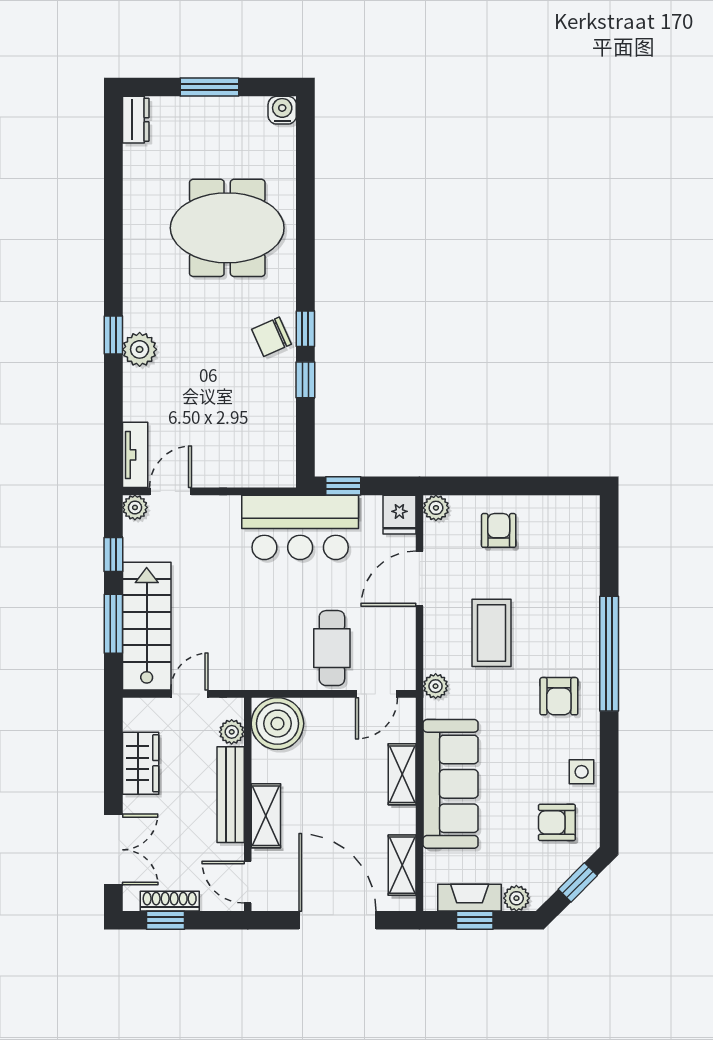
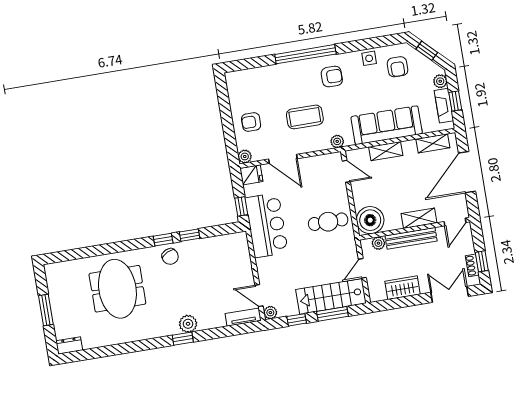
water cooler: (282, 110) -> (52, 270), removed
cafe table: (332, 648) -> (328, 222), moved
door: (189, 694) -> (362, 268), hinge flipped
shoe rack: (170, 901) -> (472, 265), width x0.70

